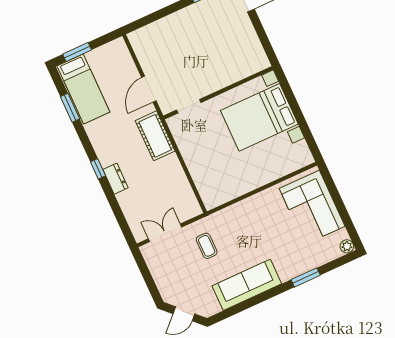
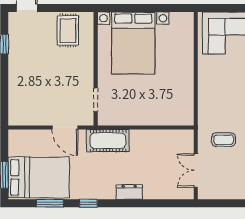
rug: (243, 49) -> (68, 30), added
bed: (83, 89) -> (39, 177), width x1.50
window: (98, 169) -> (88, 203), moved

